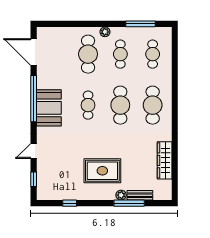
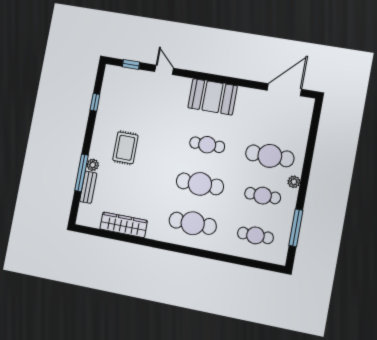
window: (34, 99) -> (227, 80), removed
rug: (102, 171) -> (125, 148), width x0.73, depth x0.70

